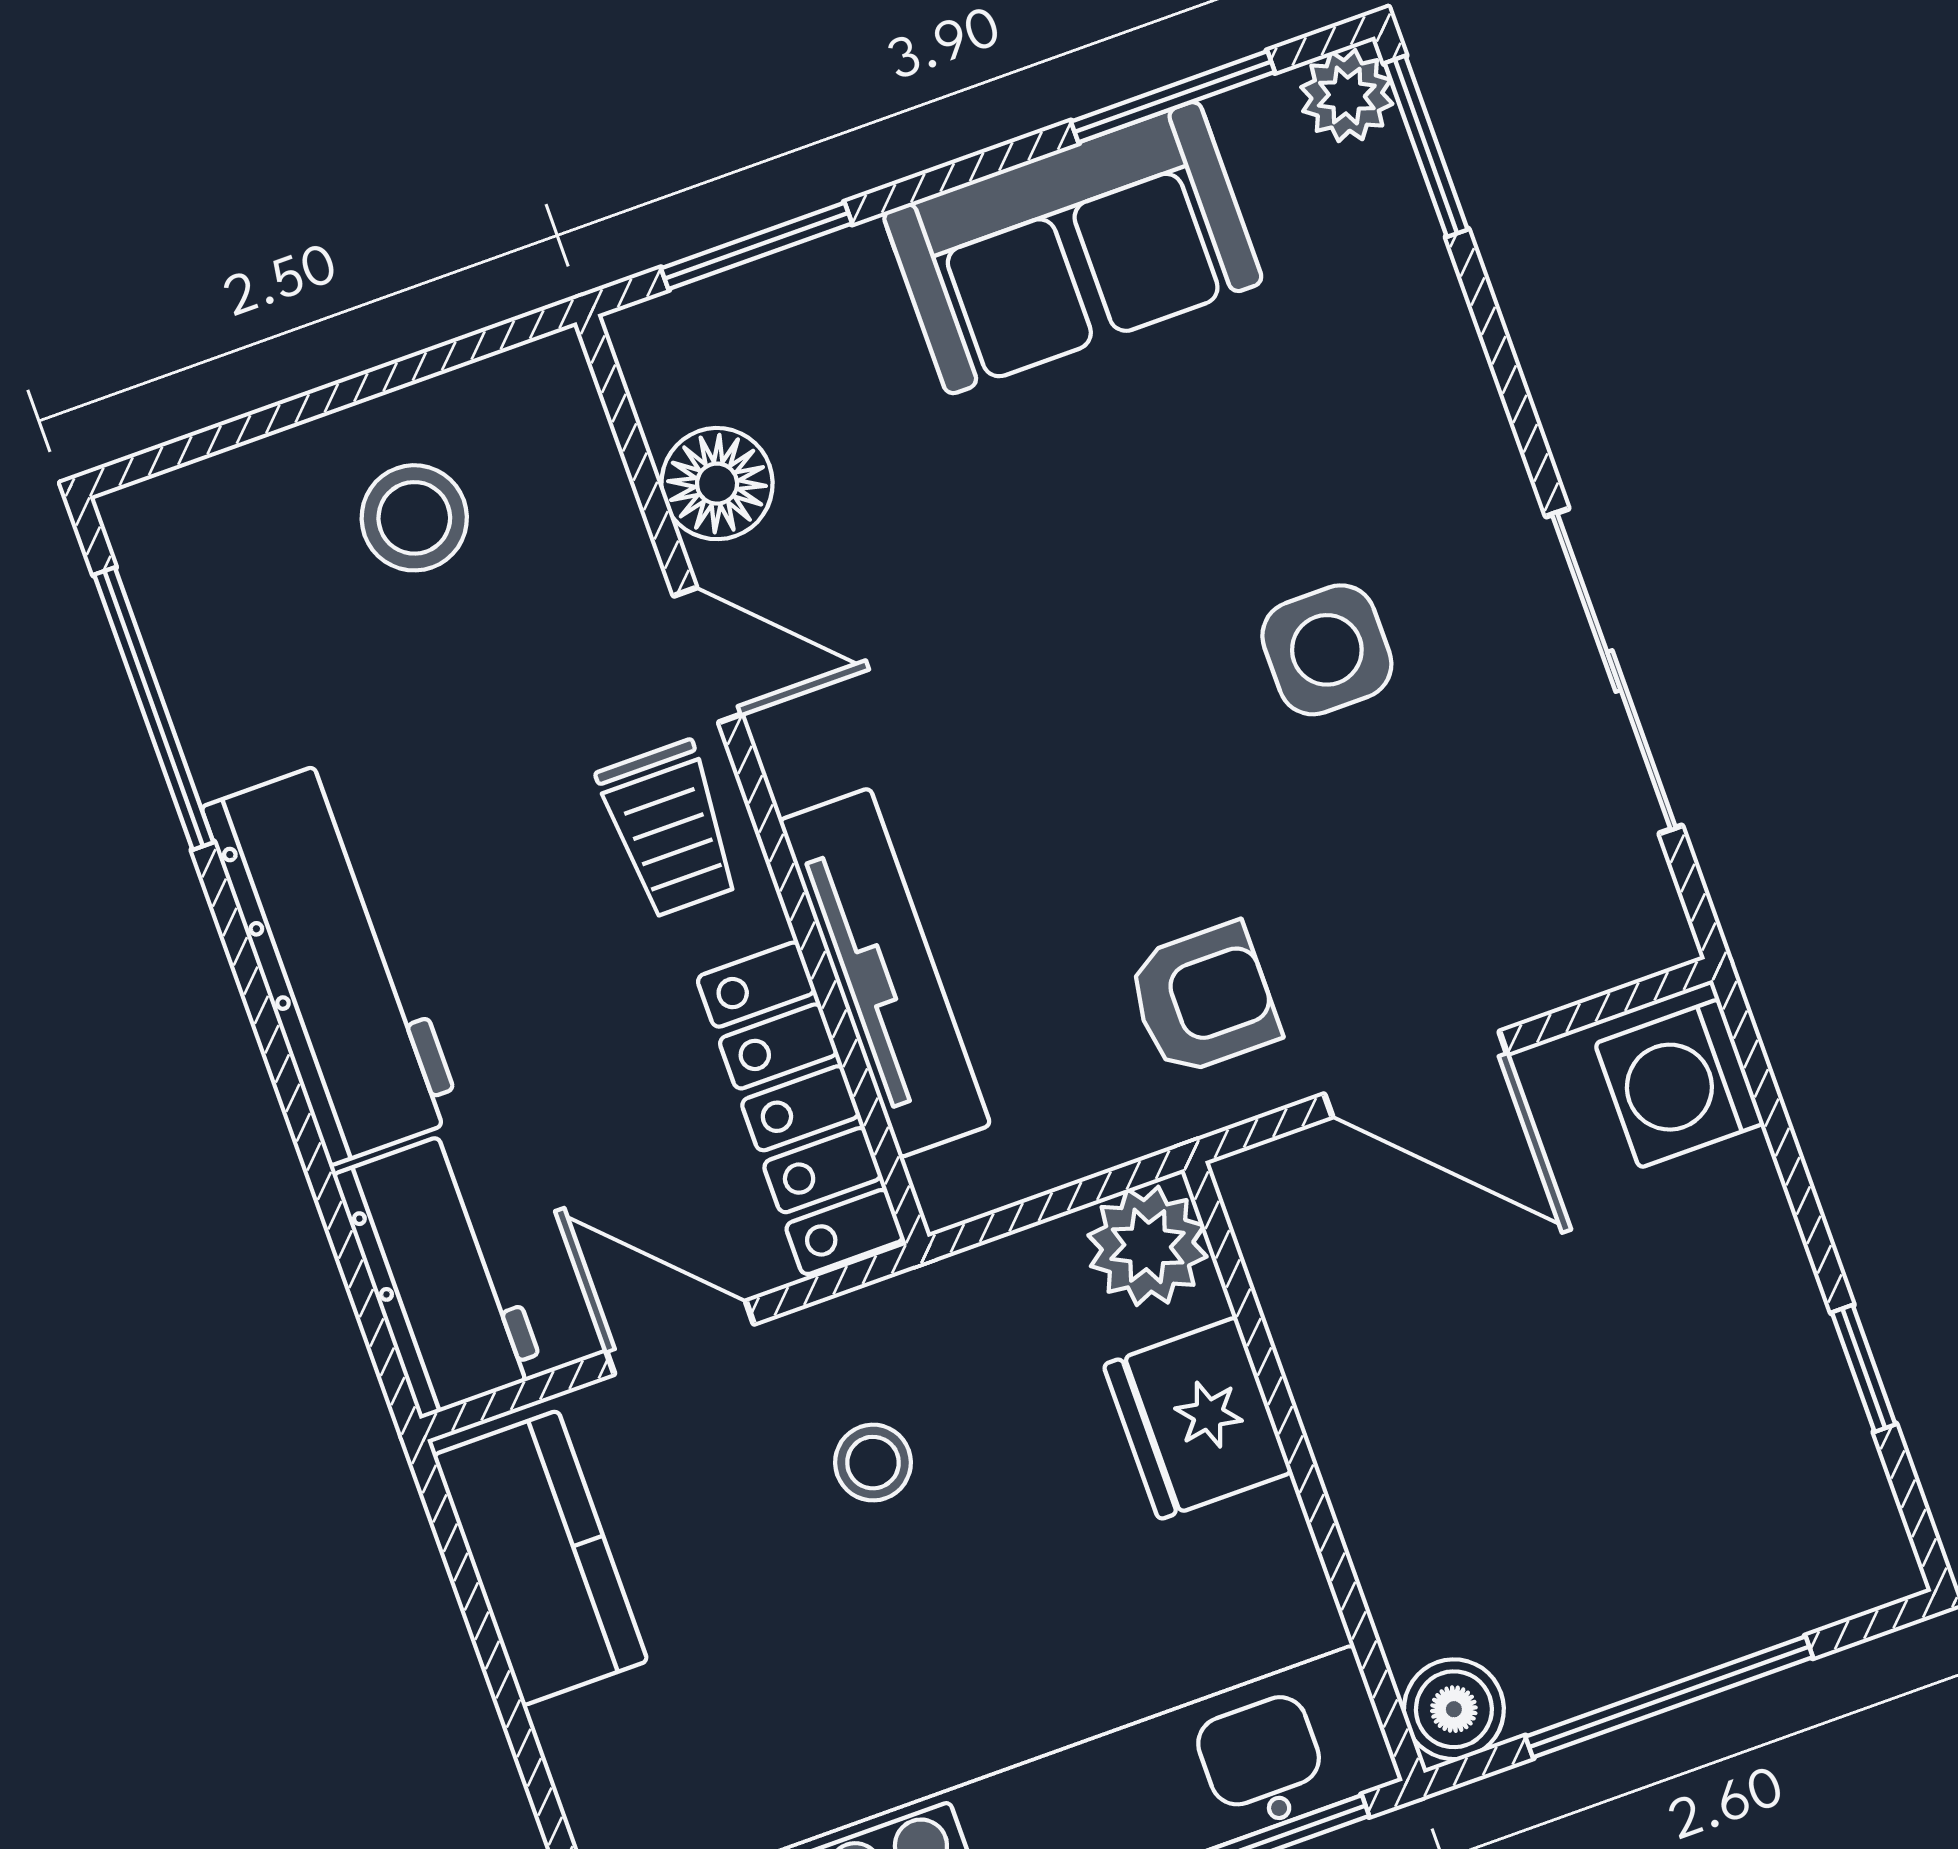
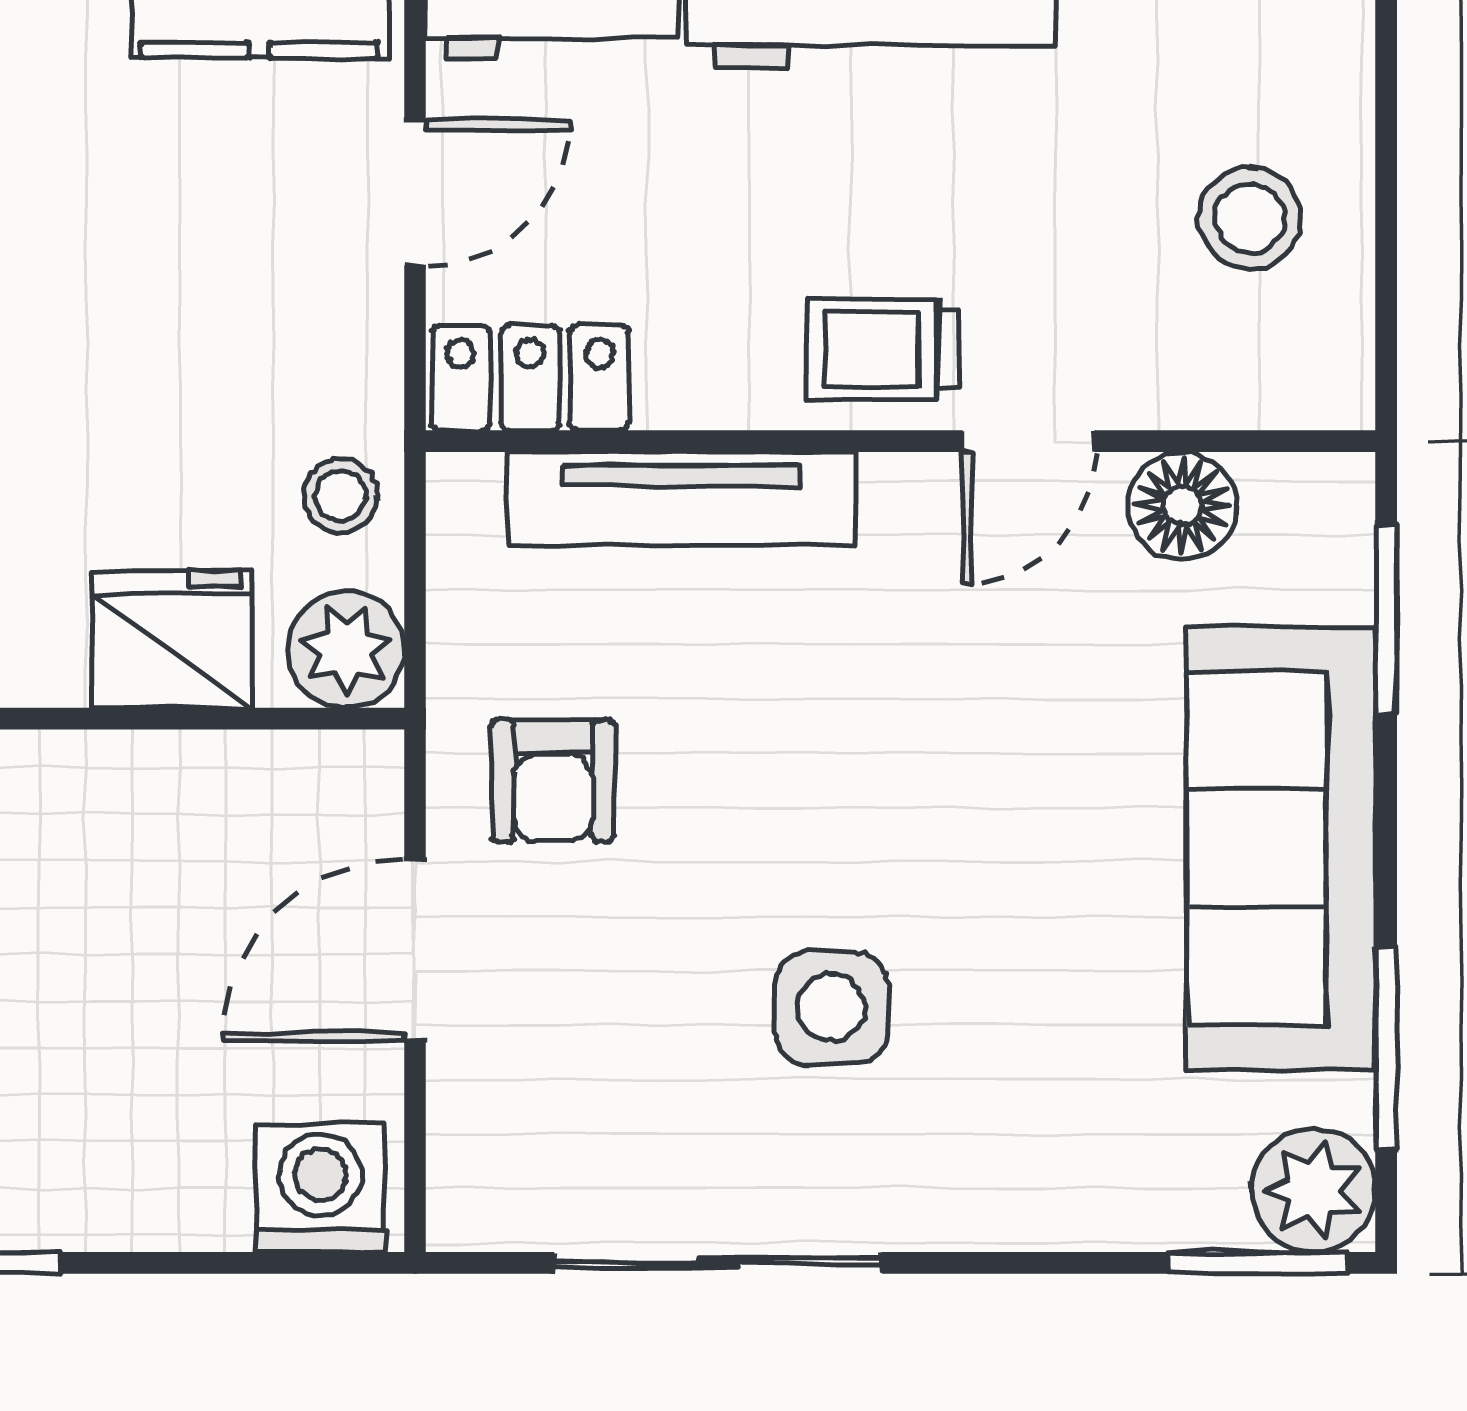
plant: (1347, 96) -> (1314, 1190), width x1.38, depth x1.38
sofa: (1073, 248) -> (1281, 849), width x1.36
locker: (800, 1108) -> (530, 378), width x0.66
stool: (873, 1463) -> (341, 495), moved

